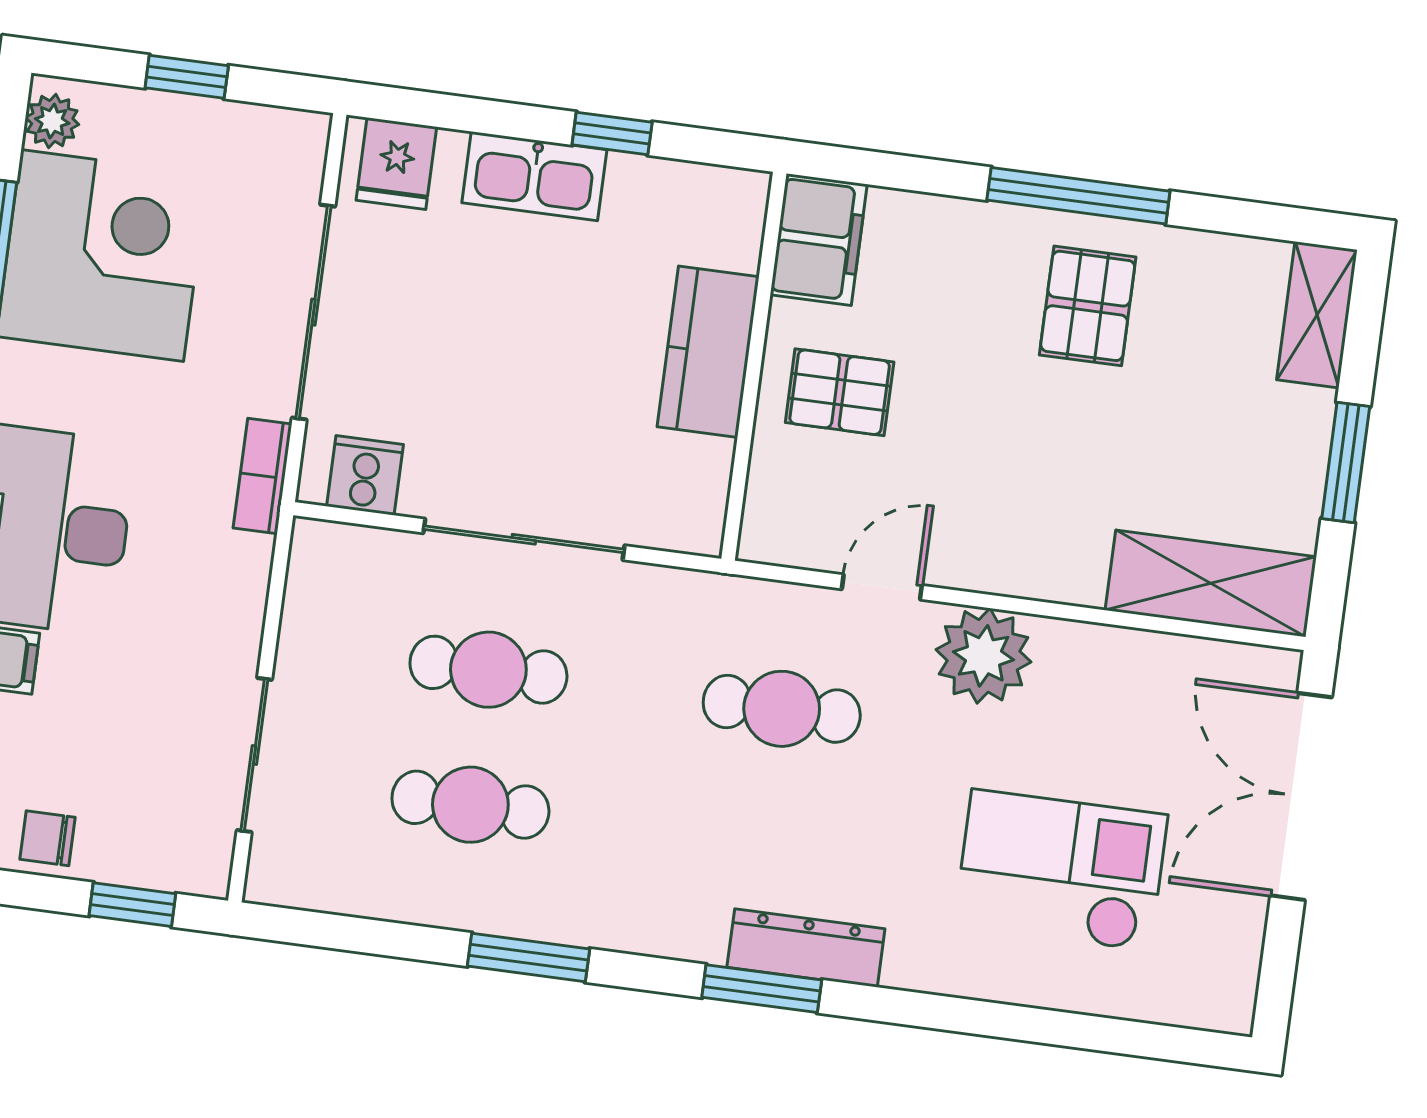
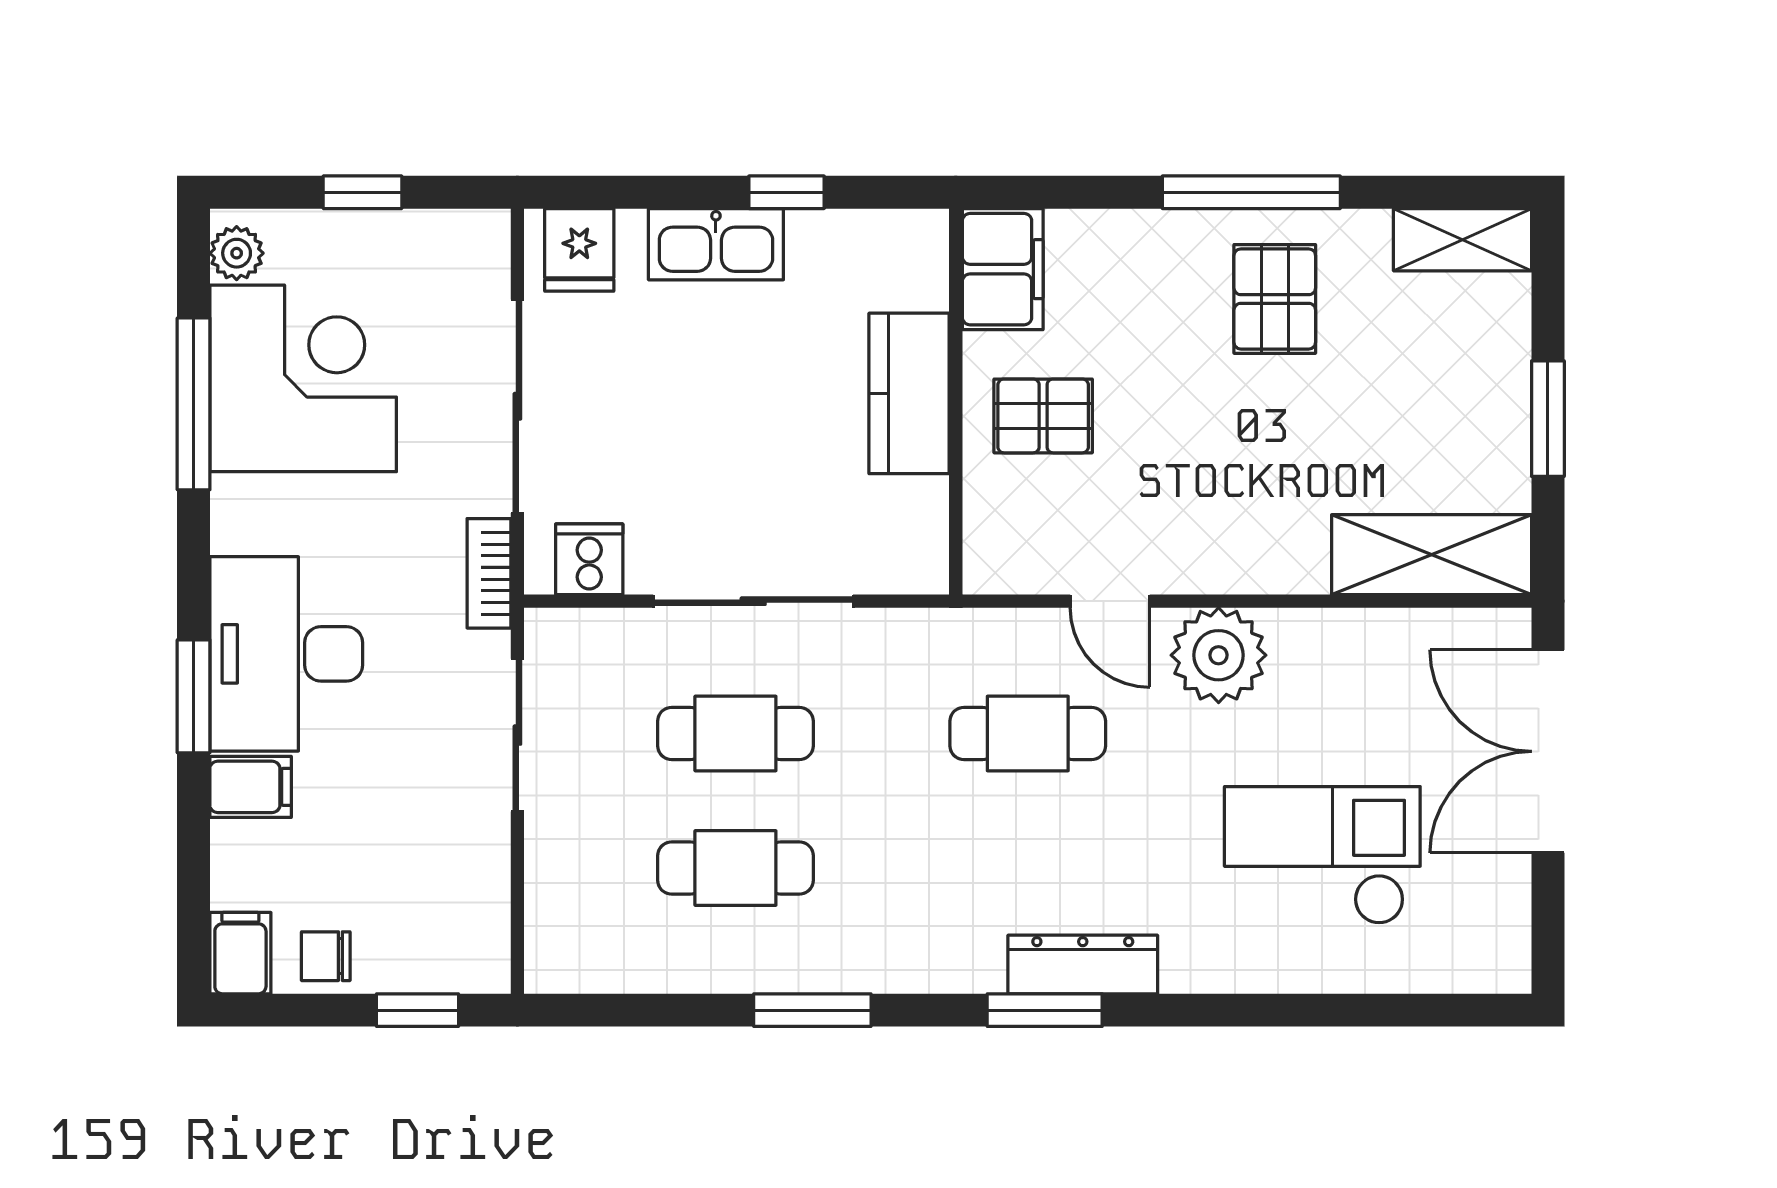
shelving: (1317, 315) -> (1462, 240), moved, turned 90
door: (882, 587) -> (1110, 601), swing flipped
sliding door: (254, 755) -> (517, 735), moved

